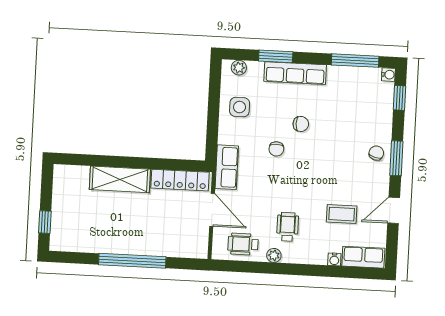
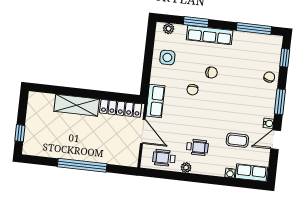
water cooler: (388, 75) -> (268, 123), moved
chair: (376, 153) -> (269, 77), moved
wheelchair: (288, 227) -> (197, 147), turned 90

